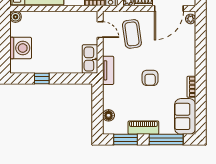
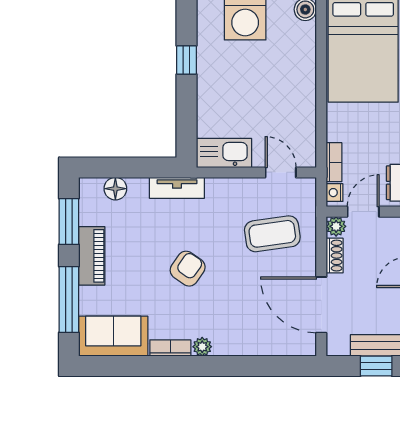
plant: (191, 19) -> (202, 347), moved
door: (100, 30) -> (281, 172), swing flipped
tv unit: (108, 70) -> (177, 188), moved
armchair: (150, 78) -> (188, 269), turned 125

